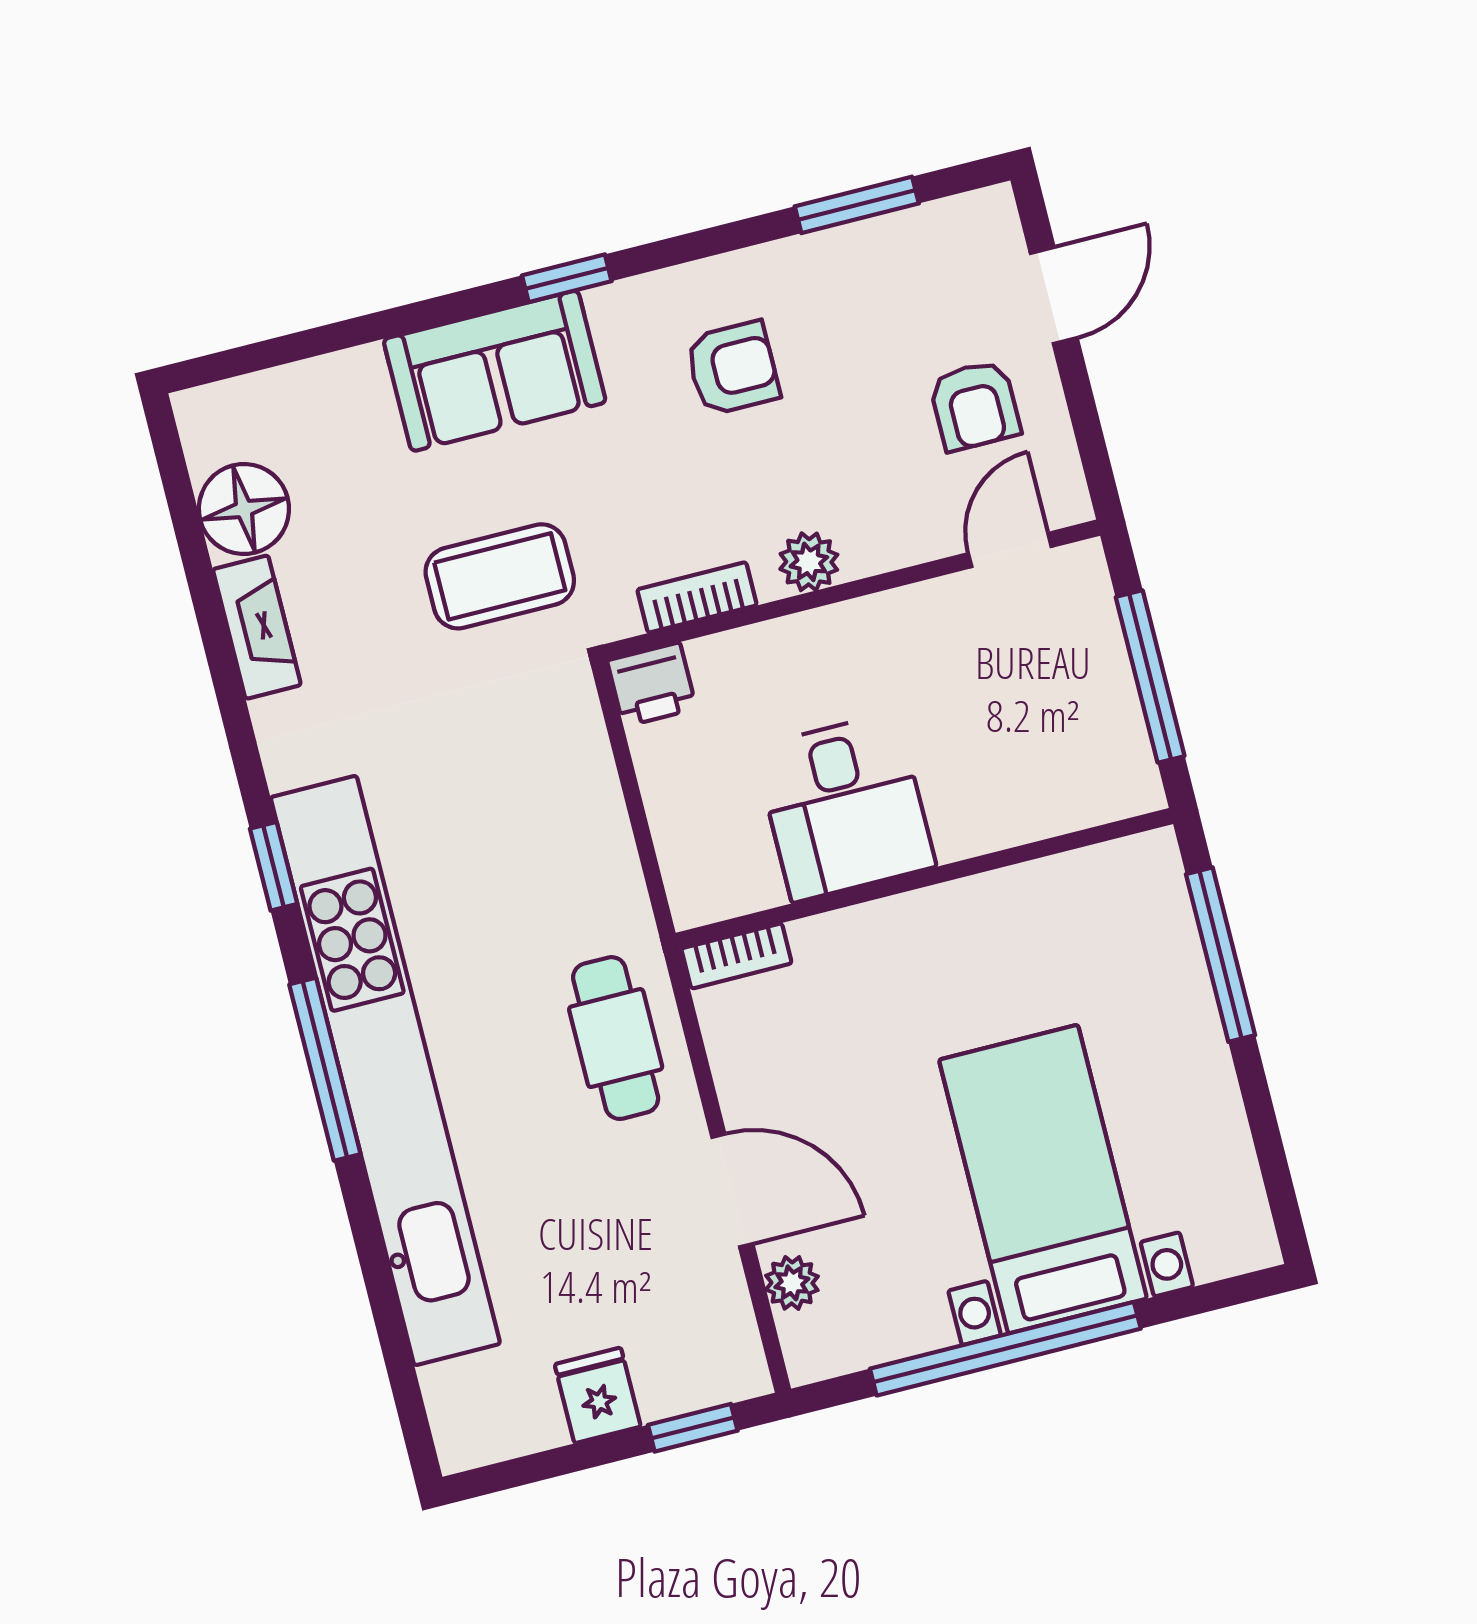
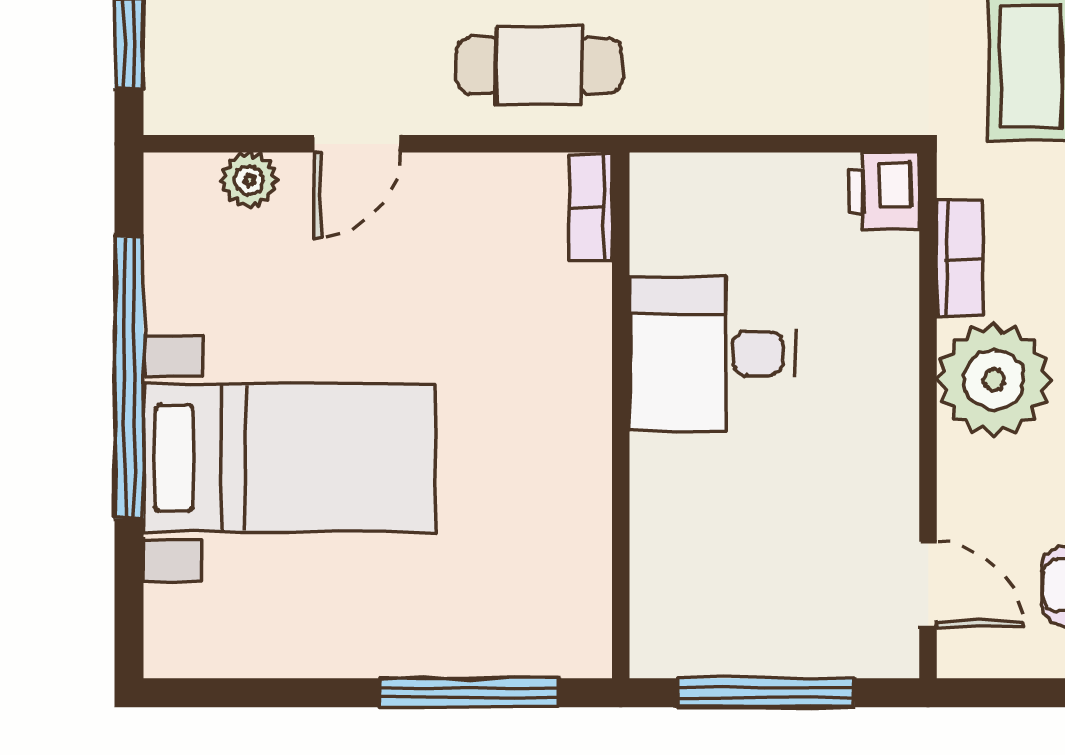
plant: (809, 562) -> (994, 380), width x1.87, depth x1.87
door: (732, 1191) -> (357, 144), width x0.73

